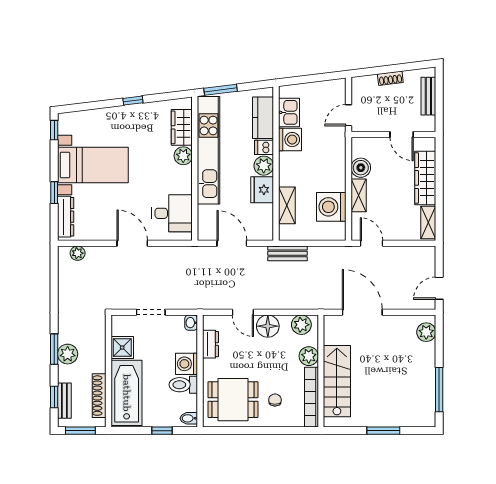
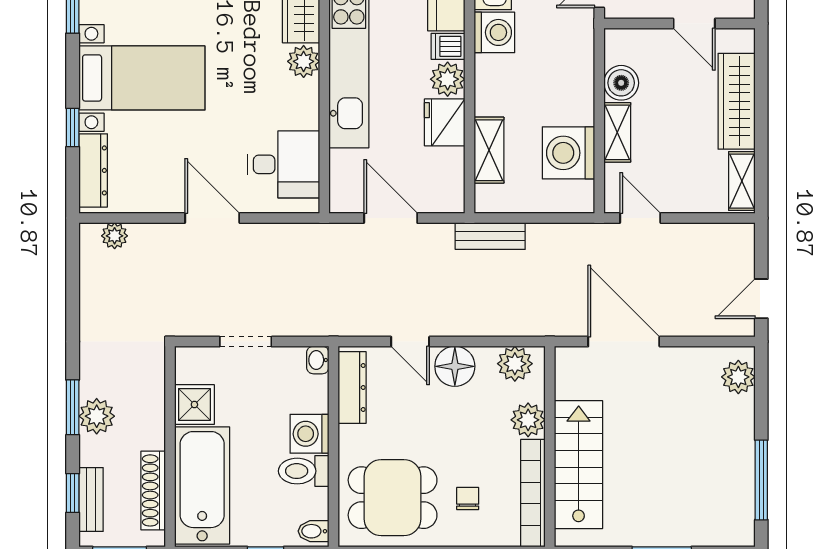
dresser: (210, 344) -> (352, 388), width x1.44

